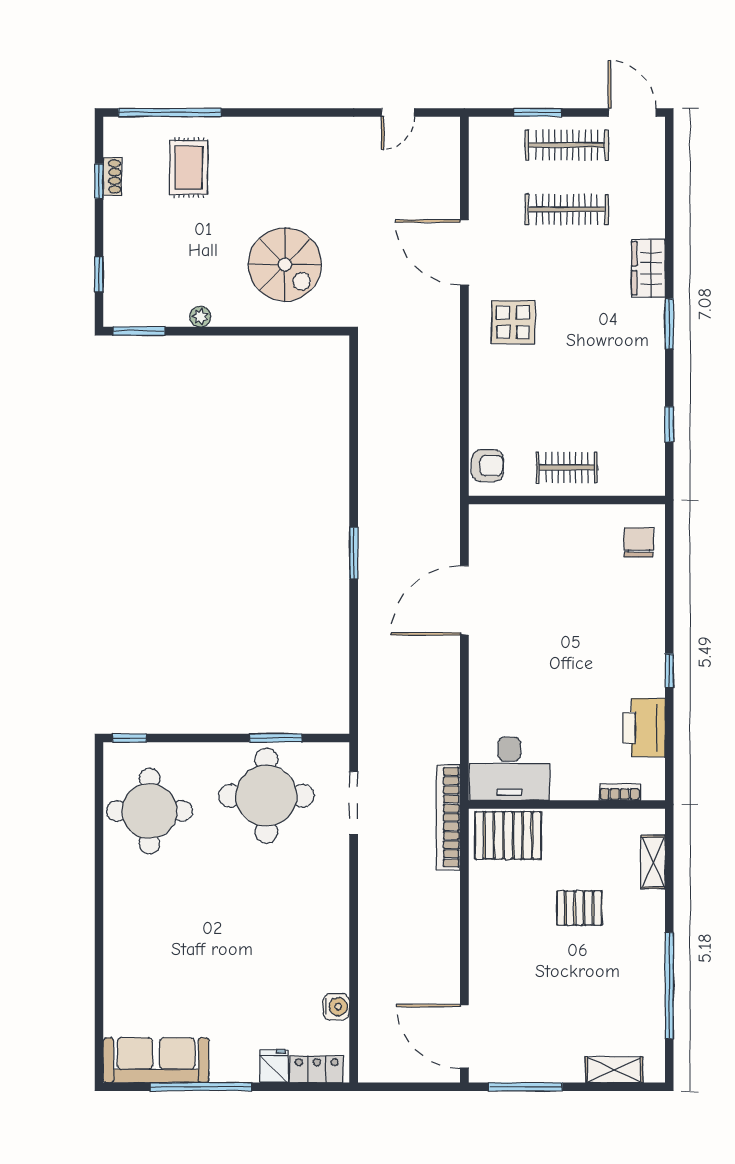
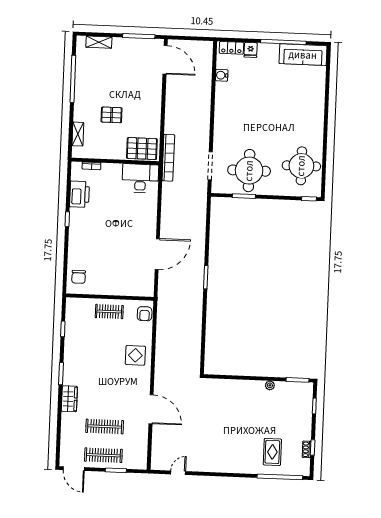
spiral stairs: (285, 264) -> (231, 407), removed
display table: (513, 322) -> (135, 355), moved
armchair: (487, 466) -> (145, 314), turned -90

